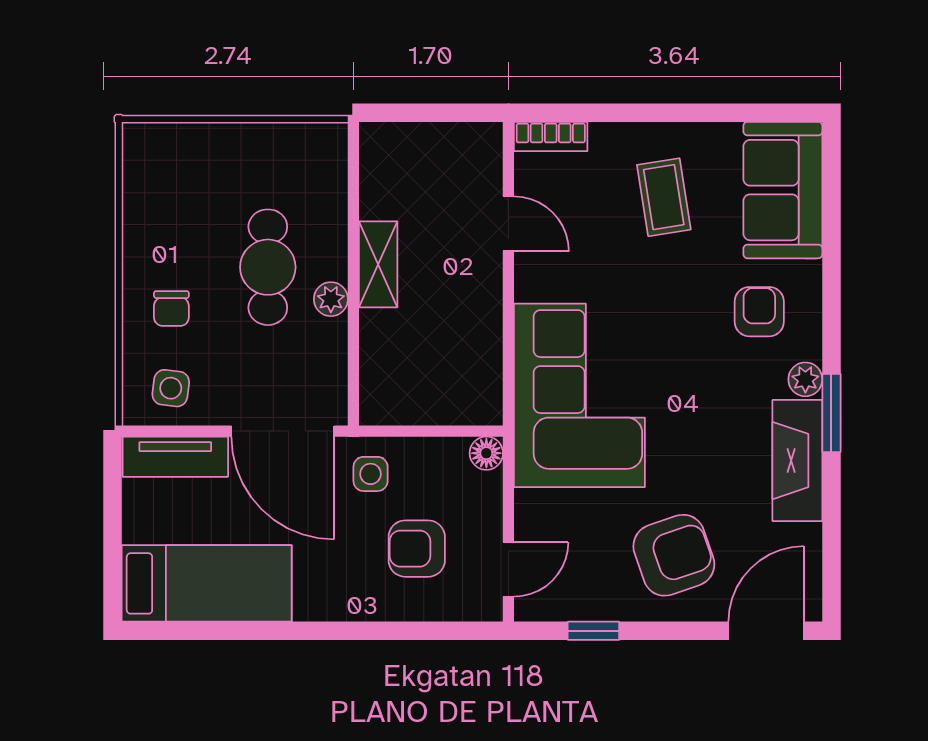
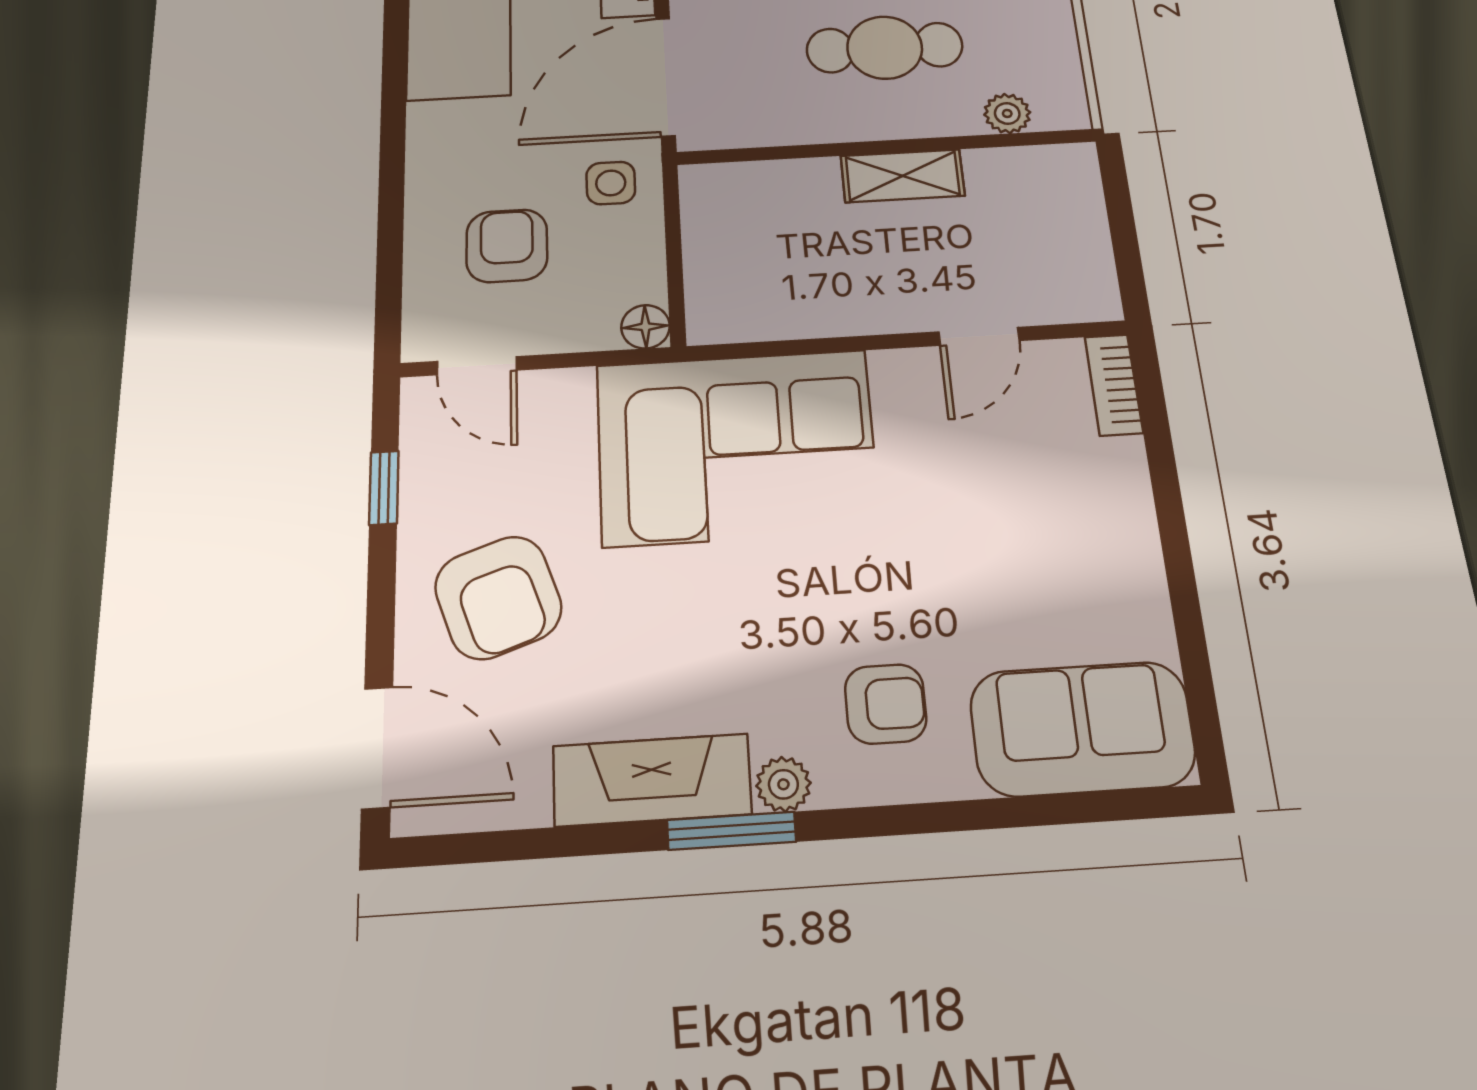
coffee table: (664, 197) -> (1047, 549), removed
plant: (331, 299) -> (1007, 113), moved

